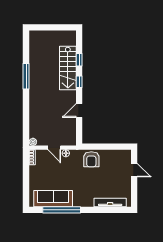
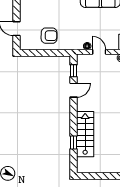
window: (79, 82) -> (73, 71), moved
armchair: (91, 159) -> (49, 36), moved, turned 91

